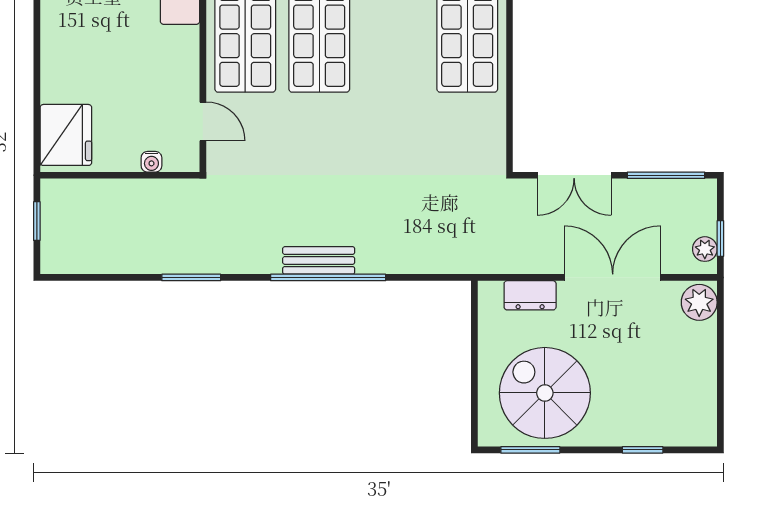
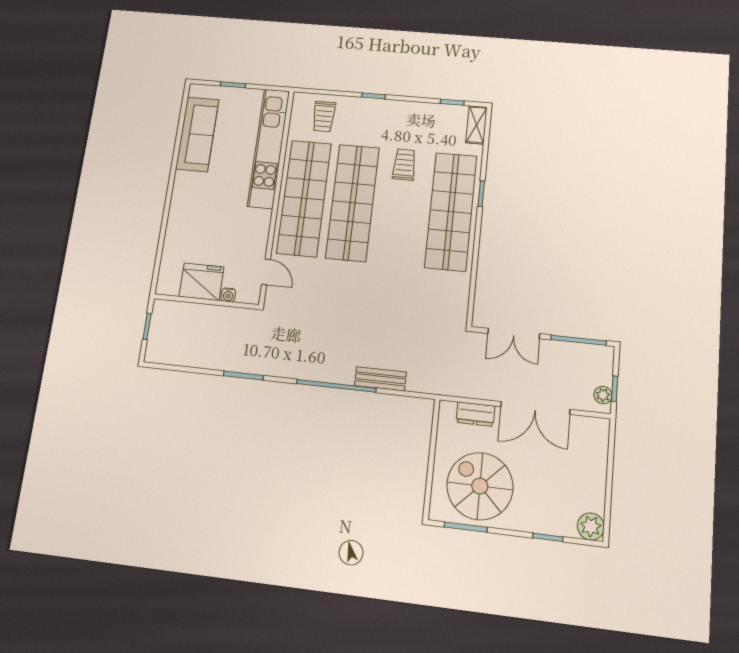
fridge: (66, 135) -> (201, 282), moved, turned -90
bench: (319, 260) -> (380, 379), moved
double door: (613, 277) -> (535, 408), swing flipped
plant: (699, 302) -> (591, 527), moved

